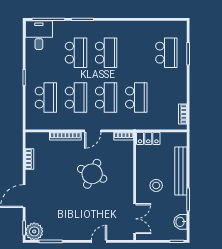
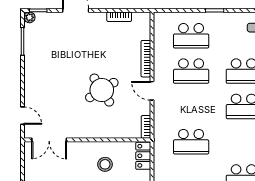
school desk: (106, 98) -> (191, 106), removed
round table: (92, 174) -> (102, 90), turned 34
stool: (156, 185) -> (105, 164), moved
plant: (34, 231) -> (29, 17), width x0.53, depth x0.53
door: (99, 241) -> (22, 116), moved

